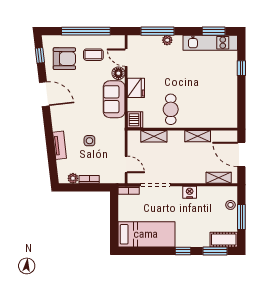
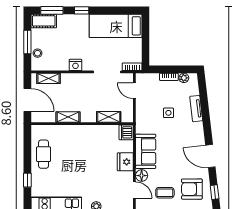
cafe table: (171, 109) -> (44, 154), moved

